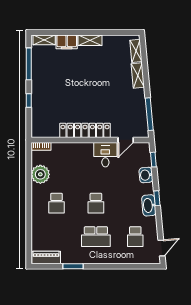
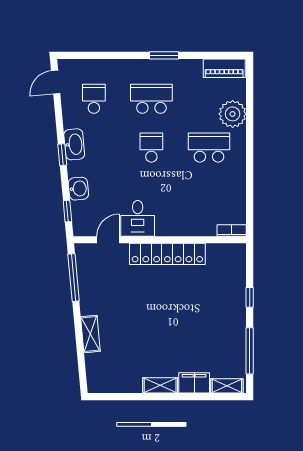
shelving: (136, 51) -> (93, 370), removed
plant: (40, 174) -> (233, 114), moved
school desk: (57, 203) -> (209, 148), width x1.85
window: (73, 266) -> (164, 55), moved

